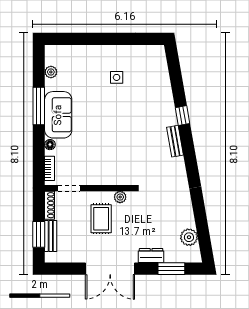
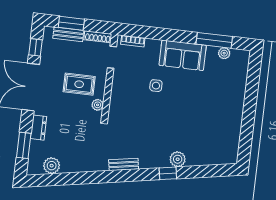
side table: (117, 77) -> (156, 86), moved
window: (39, 106) -> (214, 40), moved
plant: (167, 107) -> (178, 159), added
bench: (175, 141) -> (124, 164), moved
floor lamp: (50, 145) -> (155, 44), removed
window: (68, 269) -> (35, 47), added

